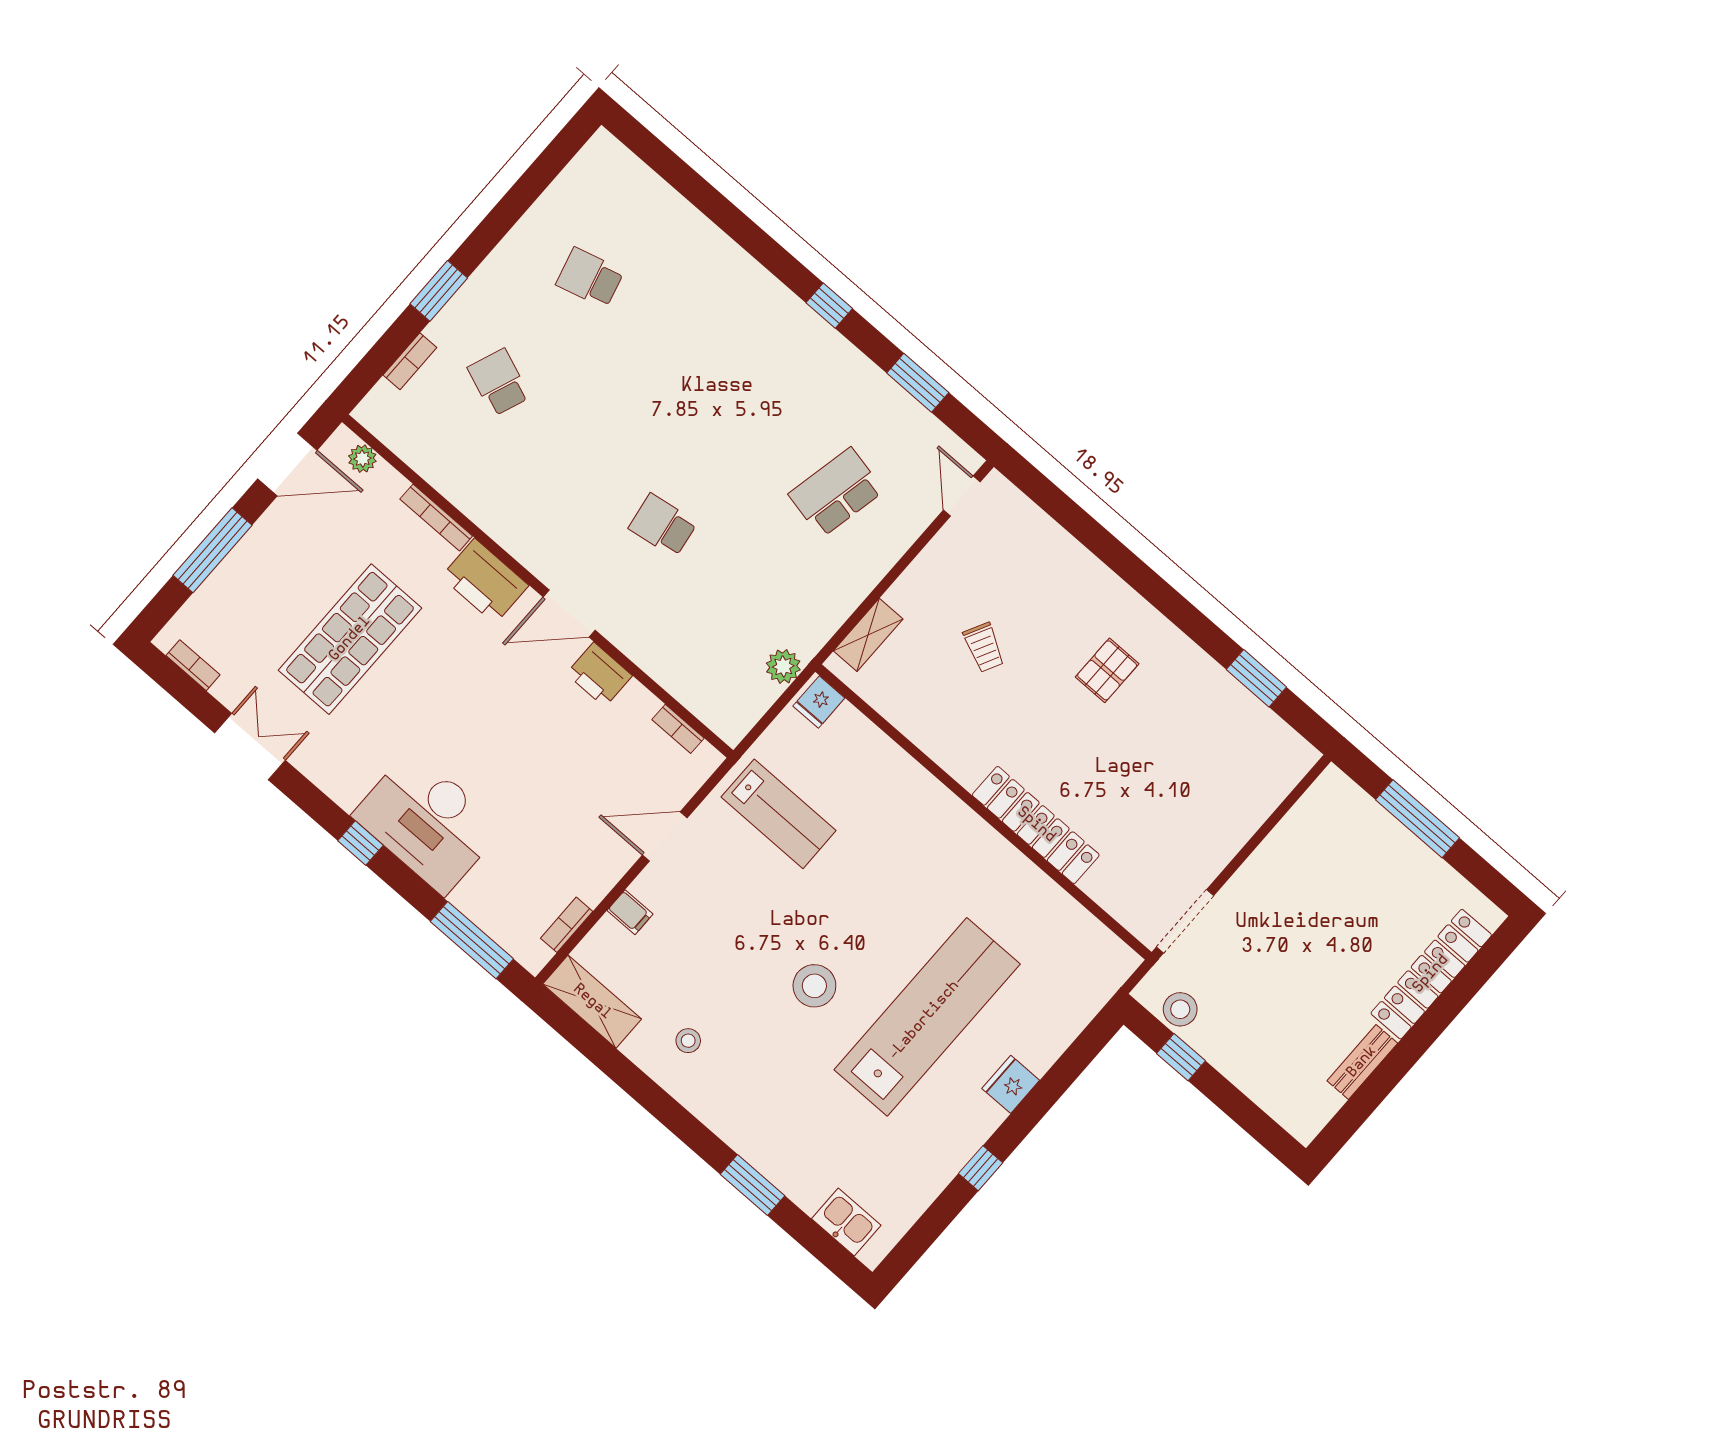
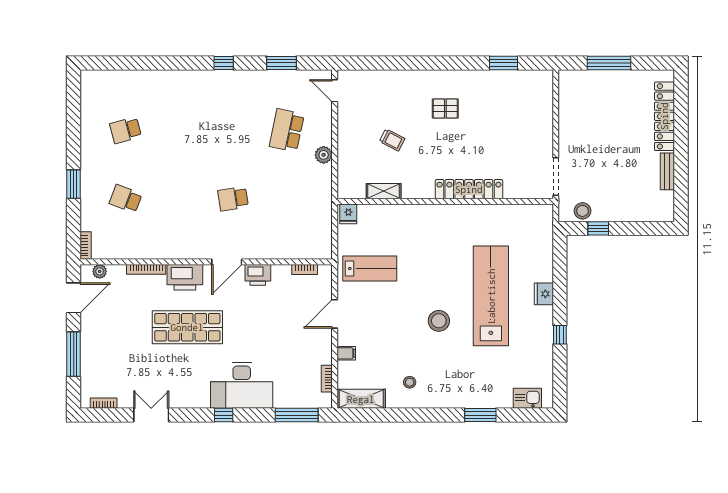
bookcase: (410, 361) -> (86, 246), moved
shelving: (868, 635) -> (384, 191), moved, turned 90
shop shelf: (350, 639) -> (187, 327), moved, turned 90
plant: (783, 666) -> (324, 155), moved
pallet: (1107, 670) -> (445, 109), turned 90

